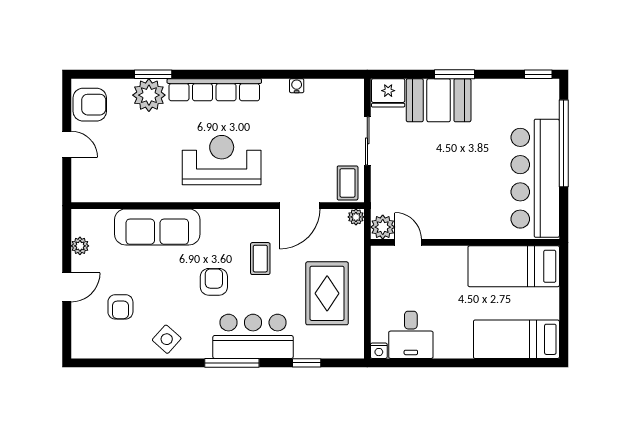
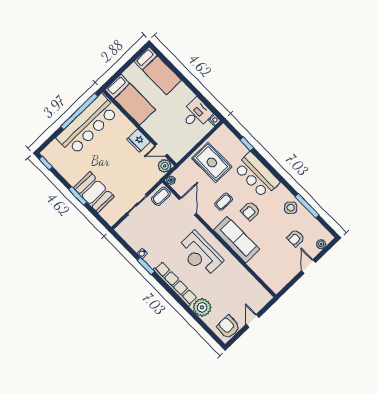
window: (153, 74) -> (146, 266), moved
fridge: (388, 93) -> (139, 141), moved, turned 180
window: (564, 143) -> (79, 111), moved
door: (300, 206) -> (188, 206), hinge flipped
sofa: (157, 227) -> (237, 240), moved
door: (408, 242) -> (161, 150), hinge flipped
plant: (80, 246) -> (321, 244), moved
door: (67, 287) -> (308, 266), hinge flipped
rug: (327, 293) -> (212, 162), turned 90
armchair: (120, 307) -> (296, 238), turned 180
window: (232, 363) -> (307, 206), moved

